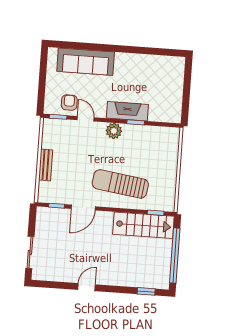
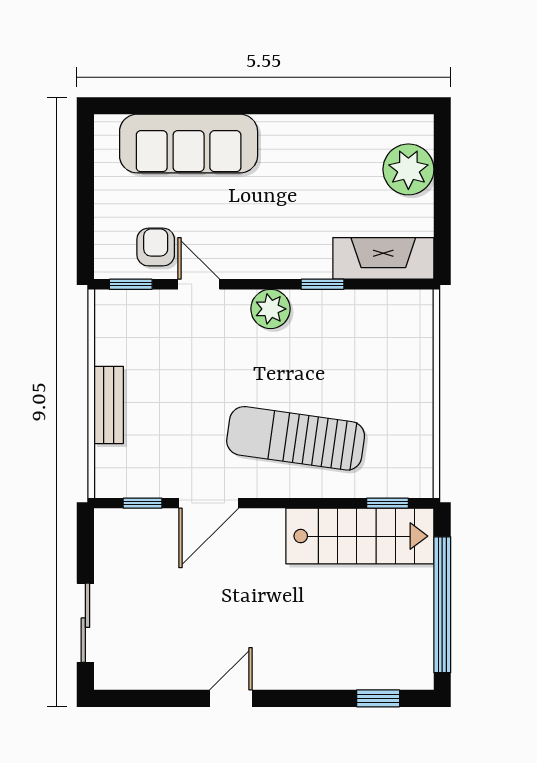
plant: (174, 78) -> (408, 169), added
fireplace: (127, 111) -> (383, 258), moved

